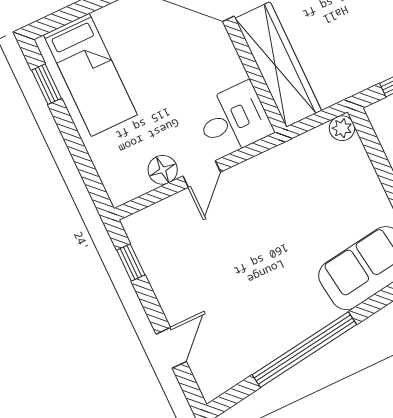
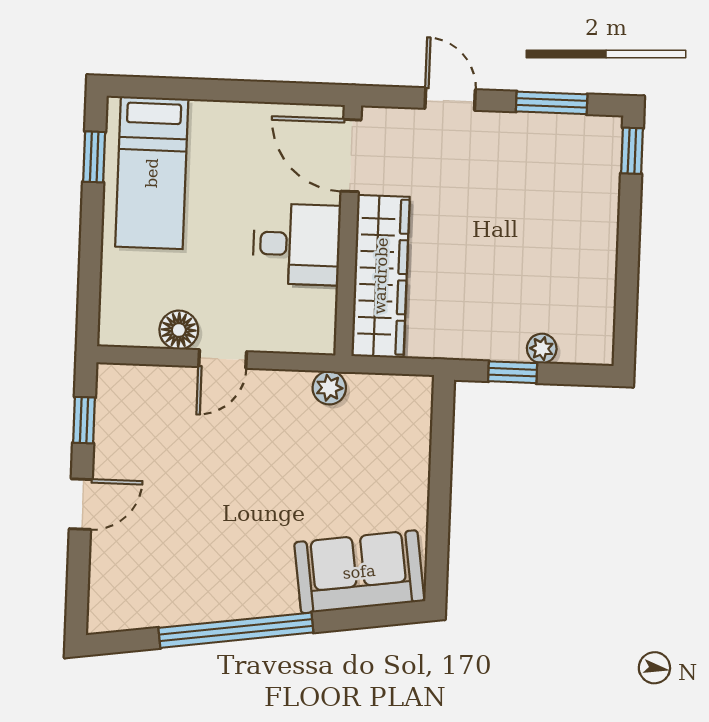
desk: (234, 119) -> (297, 244), moved
plant: (342, 128) -> (329, 388), moved
door: (171, 348) -> (81, 504), moved

